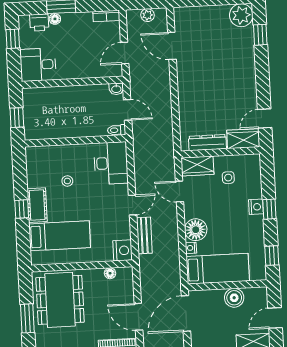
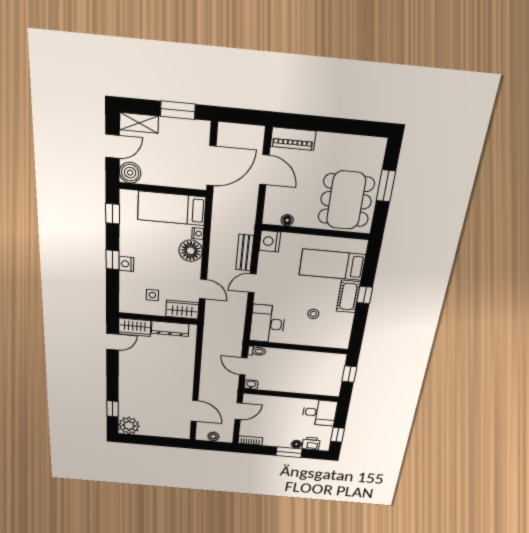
boiler: (234, 298) -> (130, 173), moved

